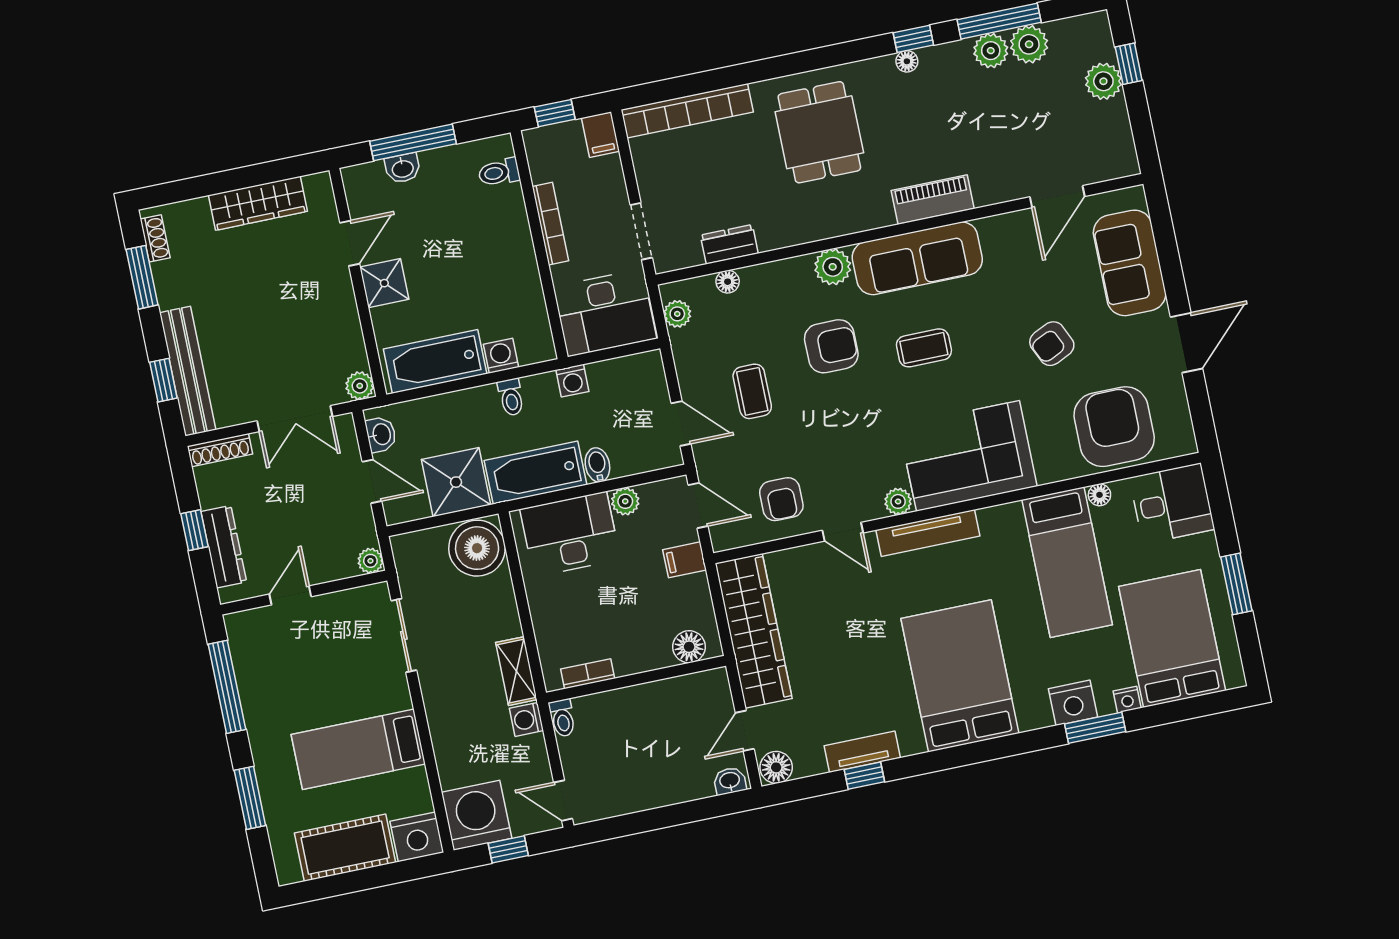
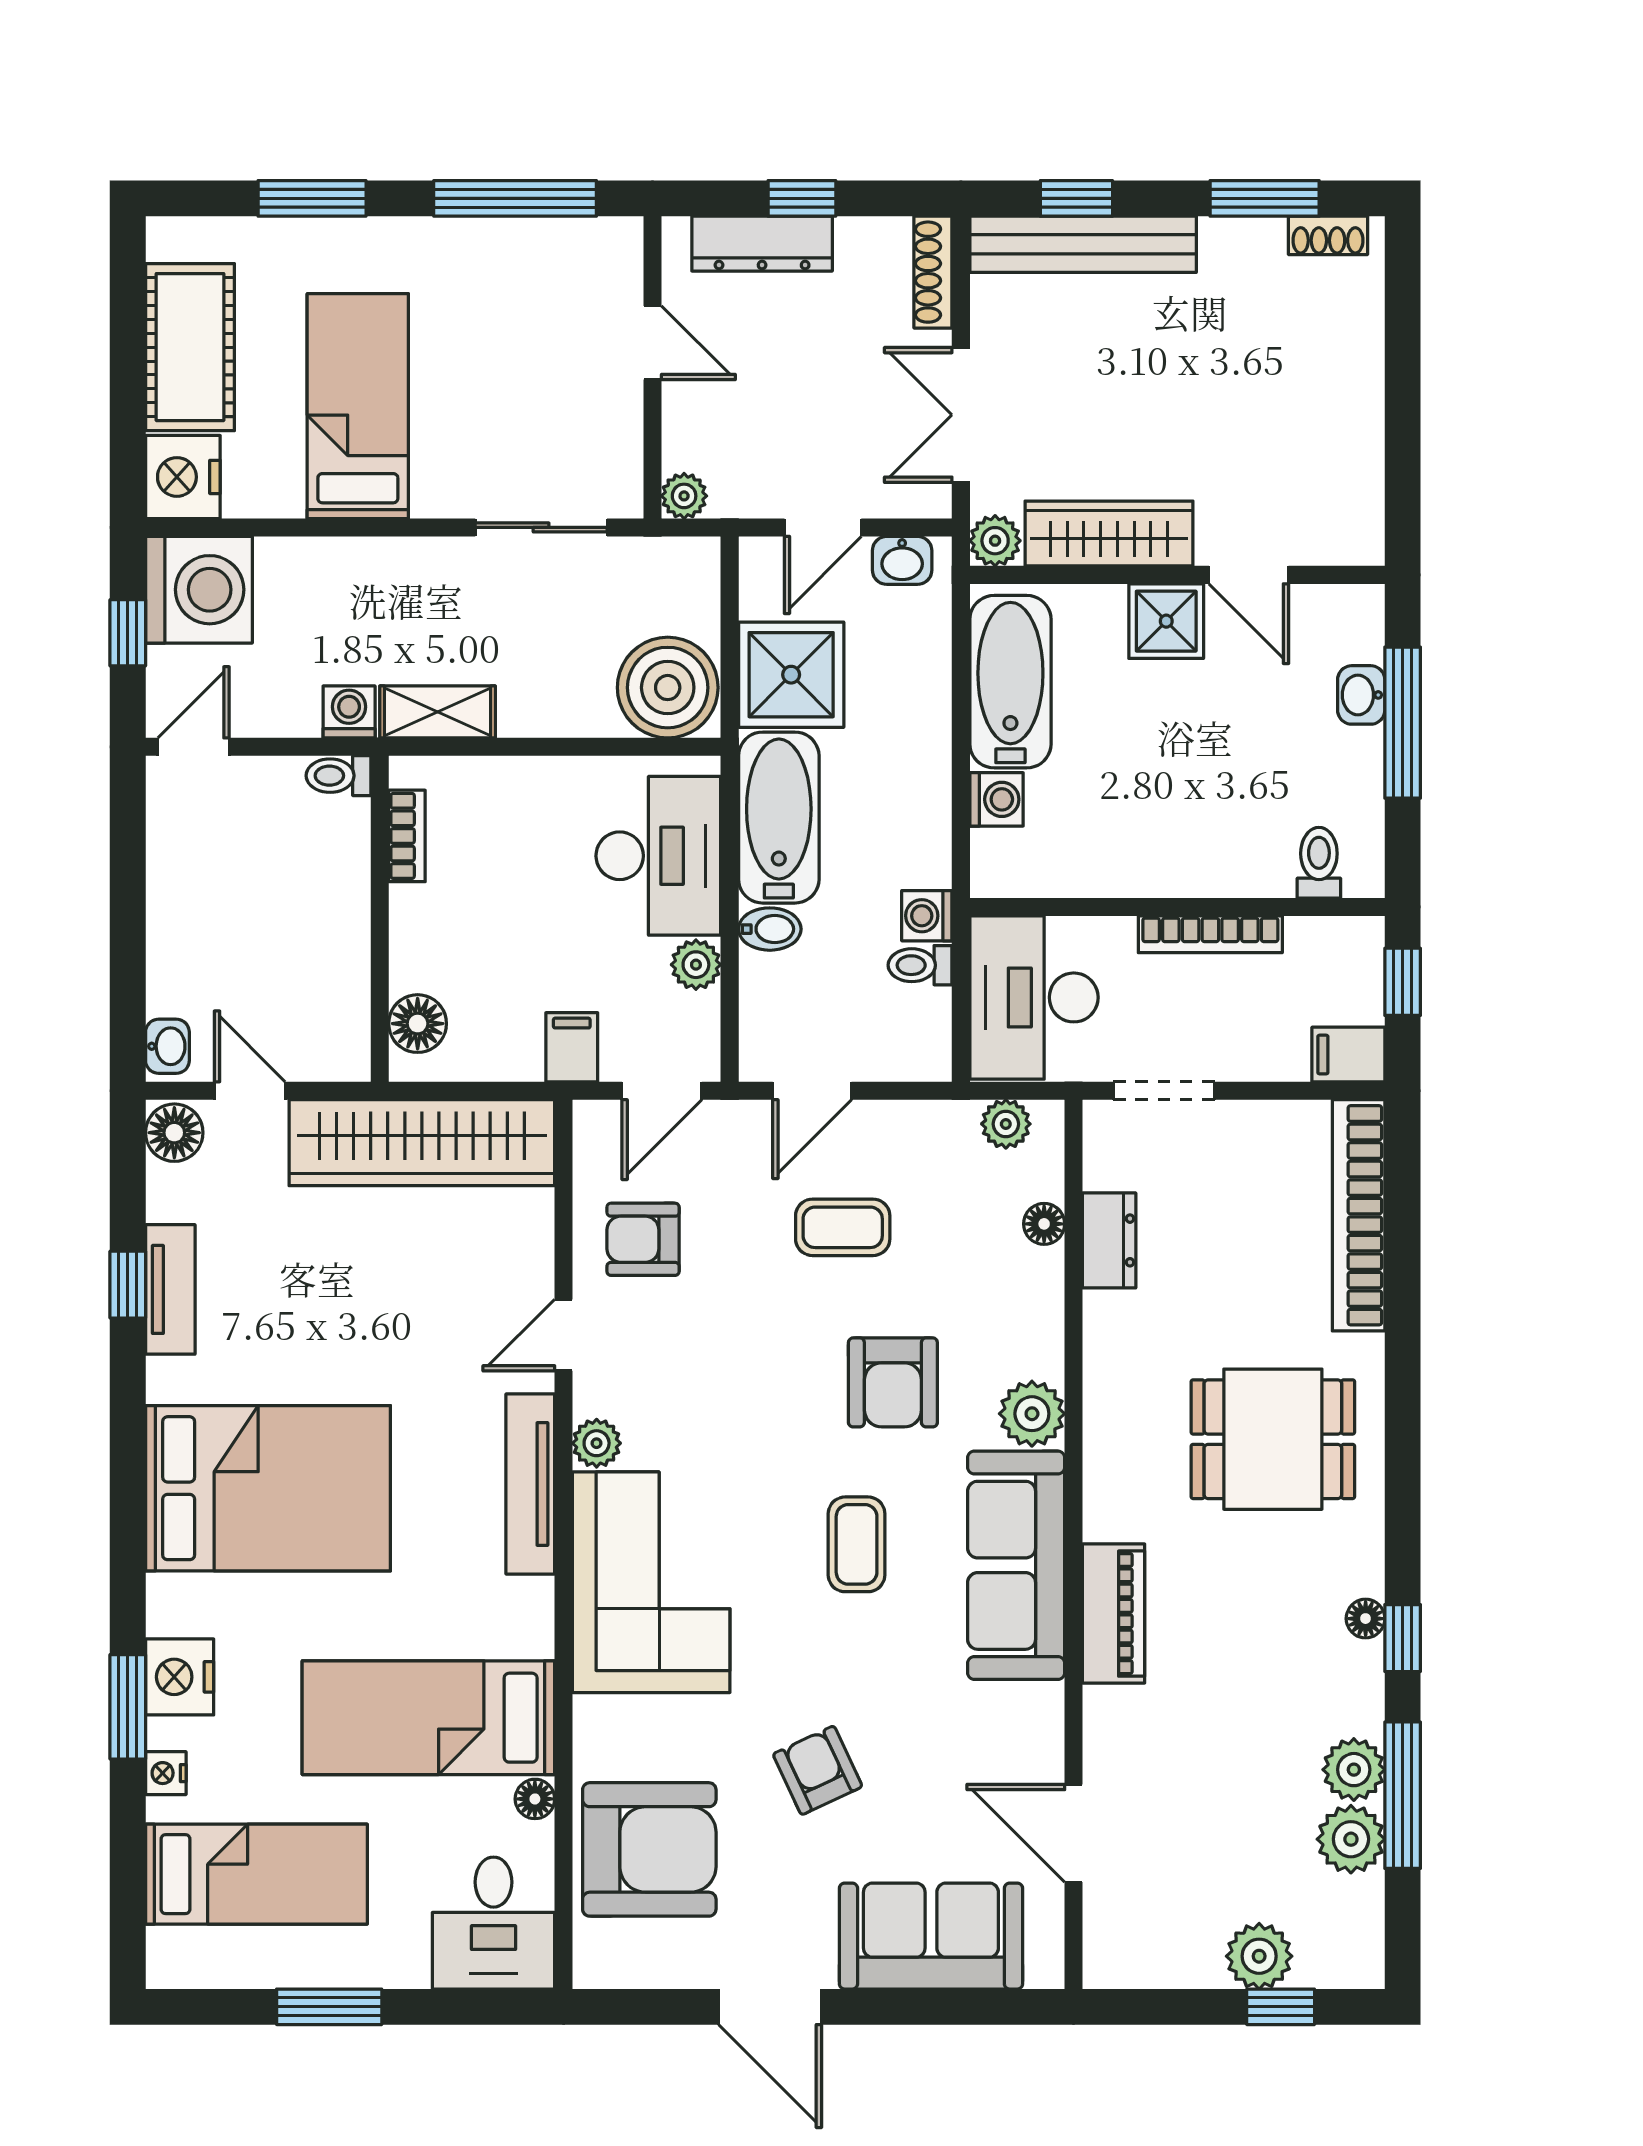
wardrobe: (258, 203) -> (1109, 534), moved, turned 90
toilet: (511, 397) -> (920, 965), moved
bed: (1172, 639) -> (256, 1874), width x0.67

